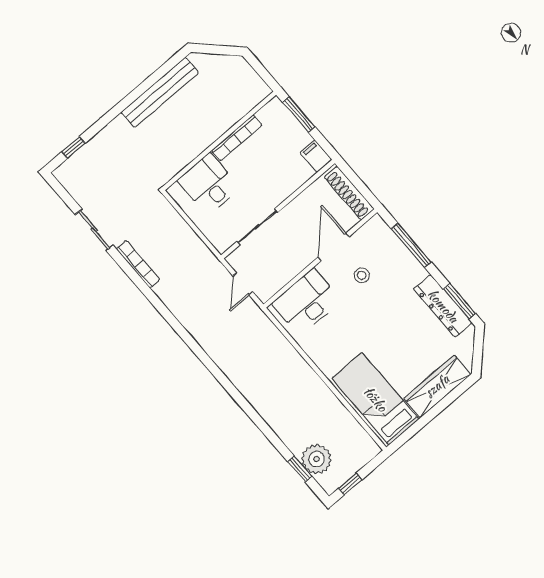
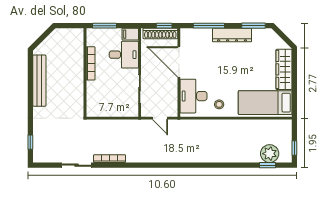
desk: (209, 184) -> (124, 55), moved, turned 180
window: (363, 189) -> (164, 26), added
door: (333, 247) -> (179, 62), width x1.36
stool: (362, 275) -> (219, 104), moved
dresser: (443, 306) -> (232, 35), moved

